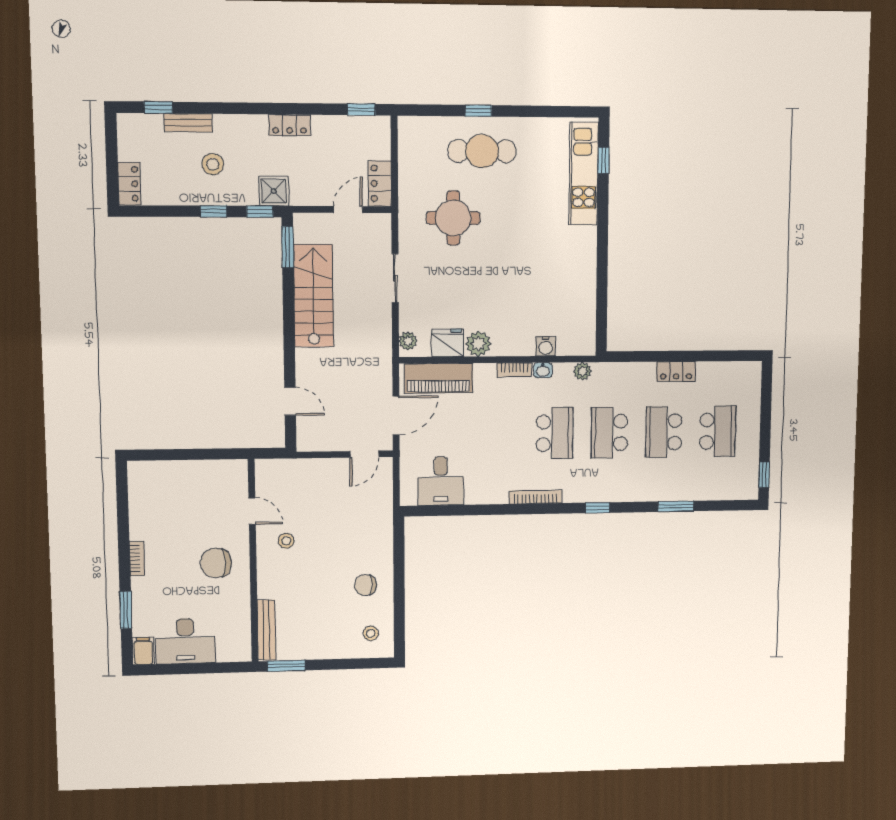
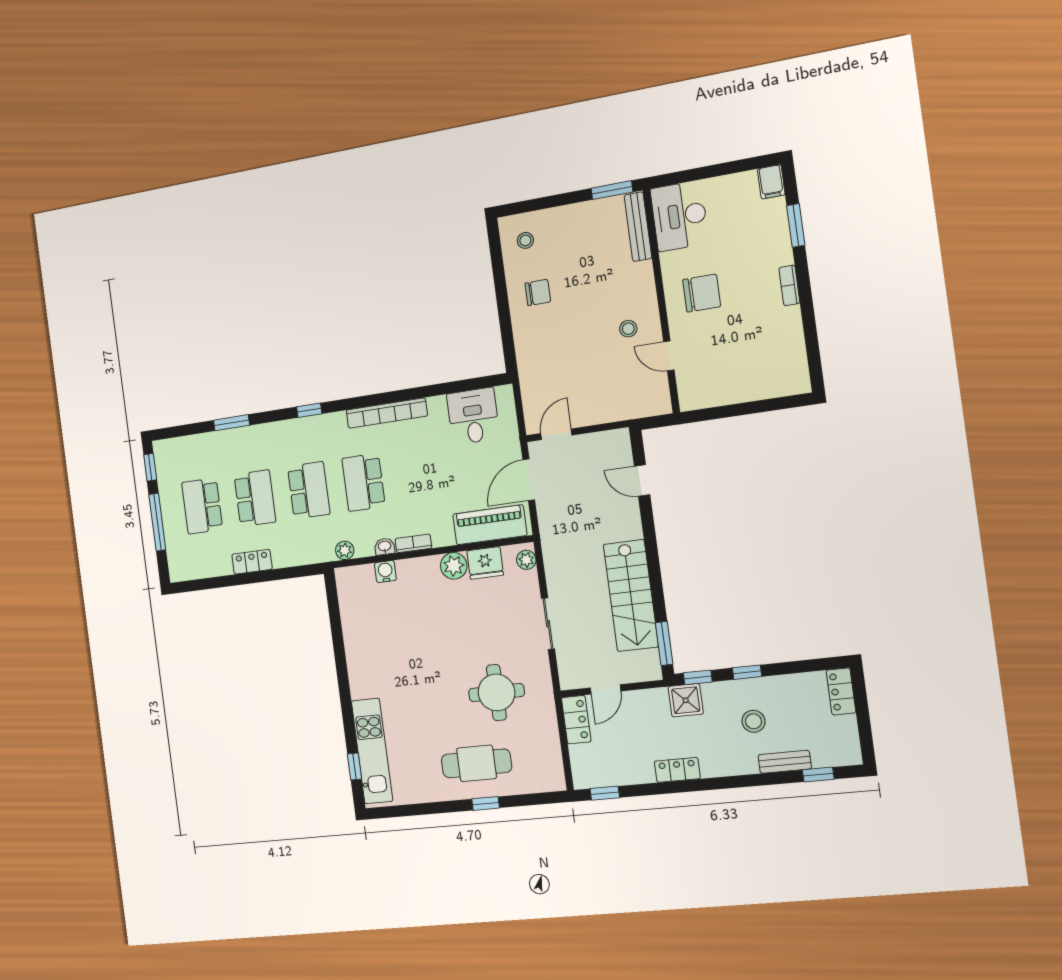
window: (766, 421) -> (157, 522), added
bookcase: (535, 497) -> (387, 413), width x1.48, depth x1.31
desk: (185, 641) -> (679, 216), moved, turned -90

